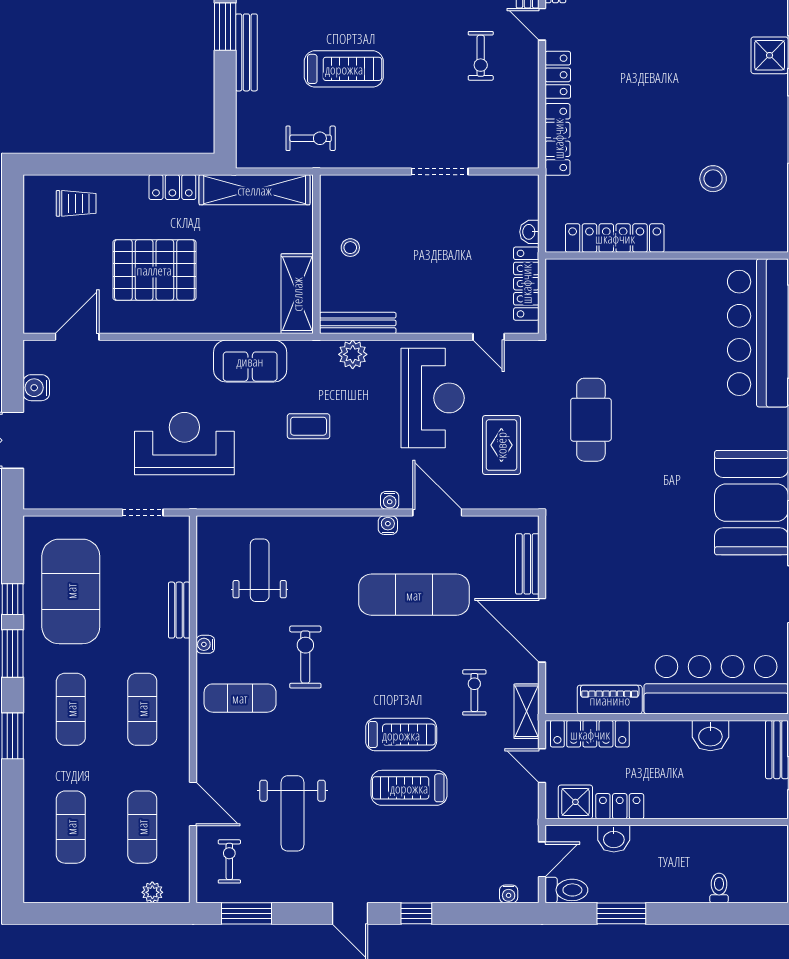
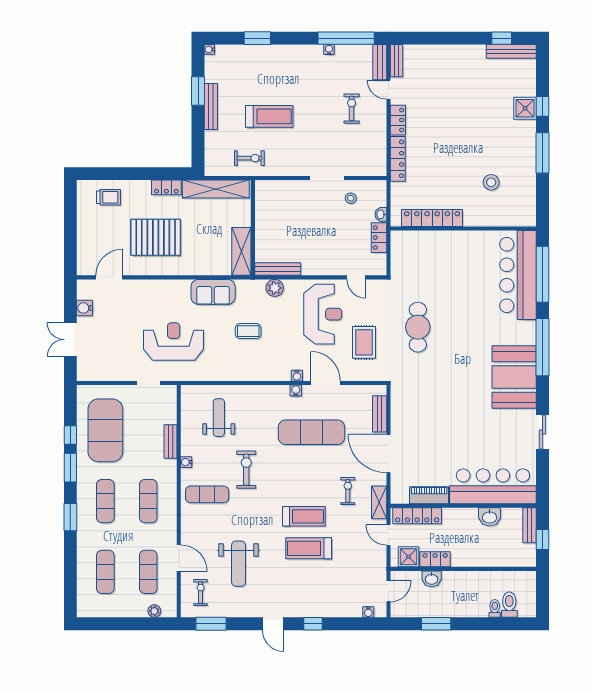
exercise bike: (481, 56) -> (352, 109), turned 180
stool: (350, 248) -> (351, 198), moved
locker: (526, 284) -> (379, 238), width x0.66
toilet: (566, 890) -> (509, 605), moved, turned -90

